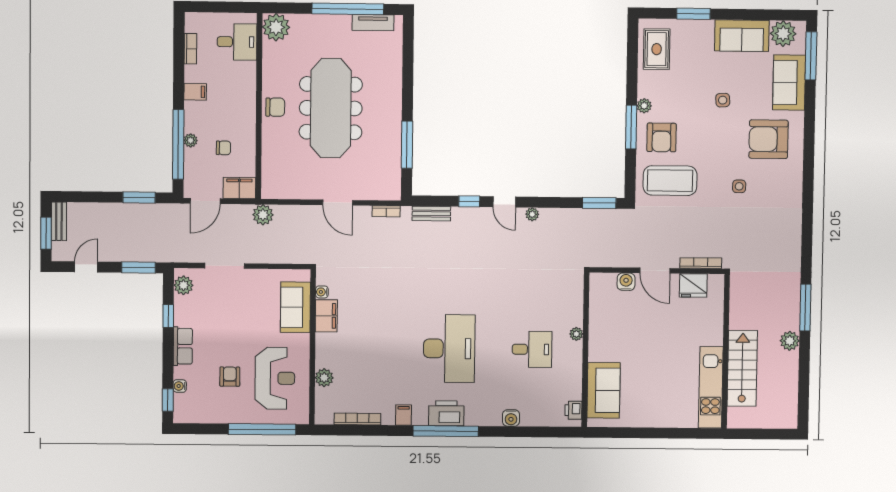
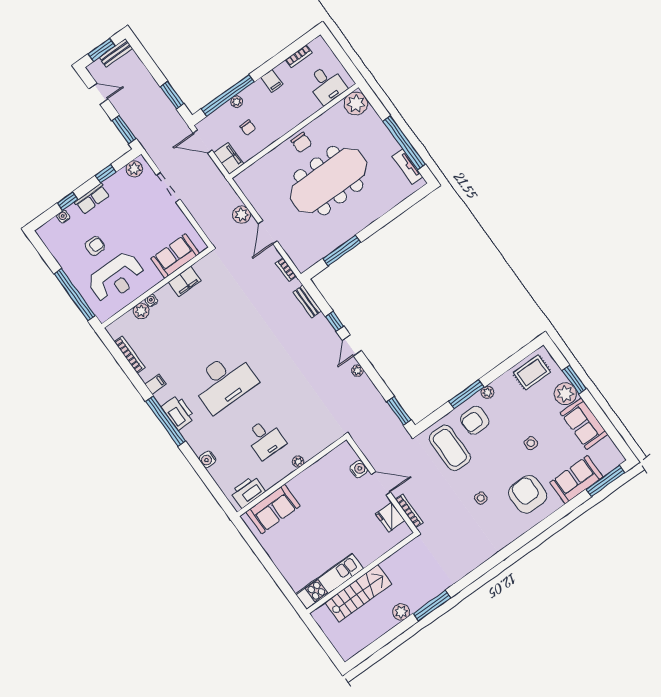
plant: (783, 34) -> (565, 394), moved
plant: (263, 215) -> (242, 215), moved
door: (655, 271) -> (381, 483), swing flipped
water cooler: (322, 292) -> (151, 300), moved
window: (168, 400) -> (67, 201), moved
printer: (573, 410) -> (248, 492), width x1.87, depth x1.48

